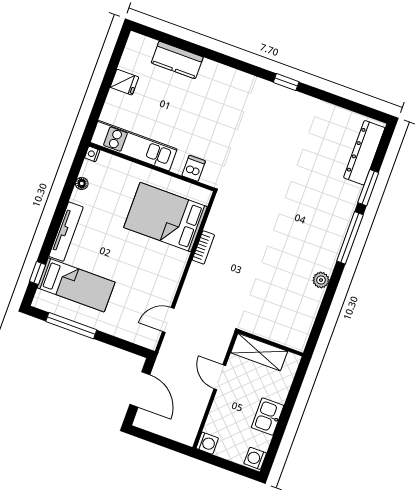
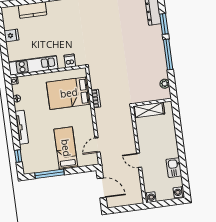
bed: (76, 285) -> (66, 148), moved, turned -90
wall: (270, 343) -> (152, 102), moved
shelving: (259, 352) -> (149, 110), moved

